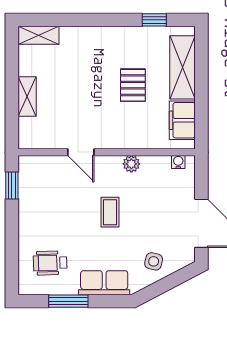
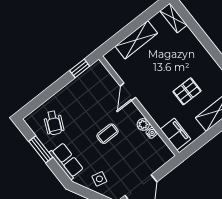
shelving: (27, 96) -> (136, 40), width x1.50, depth x1.33
filing cabinet: (182, 120) -> (175, 134), moved, turned 90
water cooler: (178, 162) -> (152, 133), moved
wheelchair: (50, 263) -> (54, 123), turned -153

